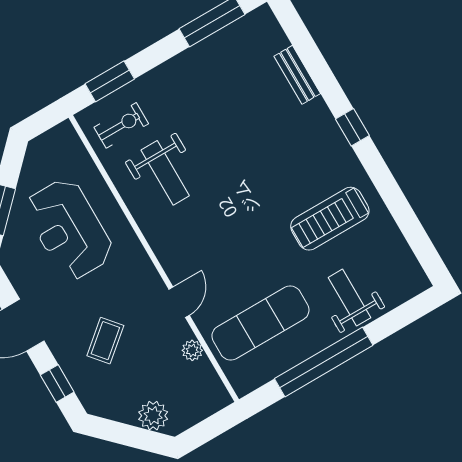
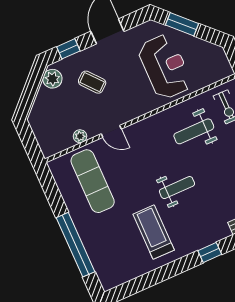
reception desk: (69, 229) -> (165, 67), turned 90
weight bench: (350, 298) -> (177, 188), moved
window: (324, 362) -> (75, 245), moved
plant: (153, 416) -> (52, 79), moved

